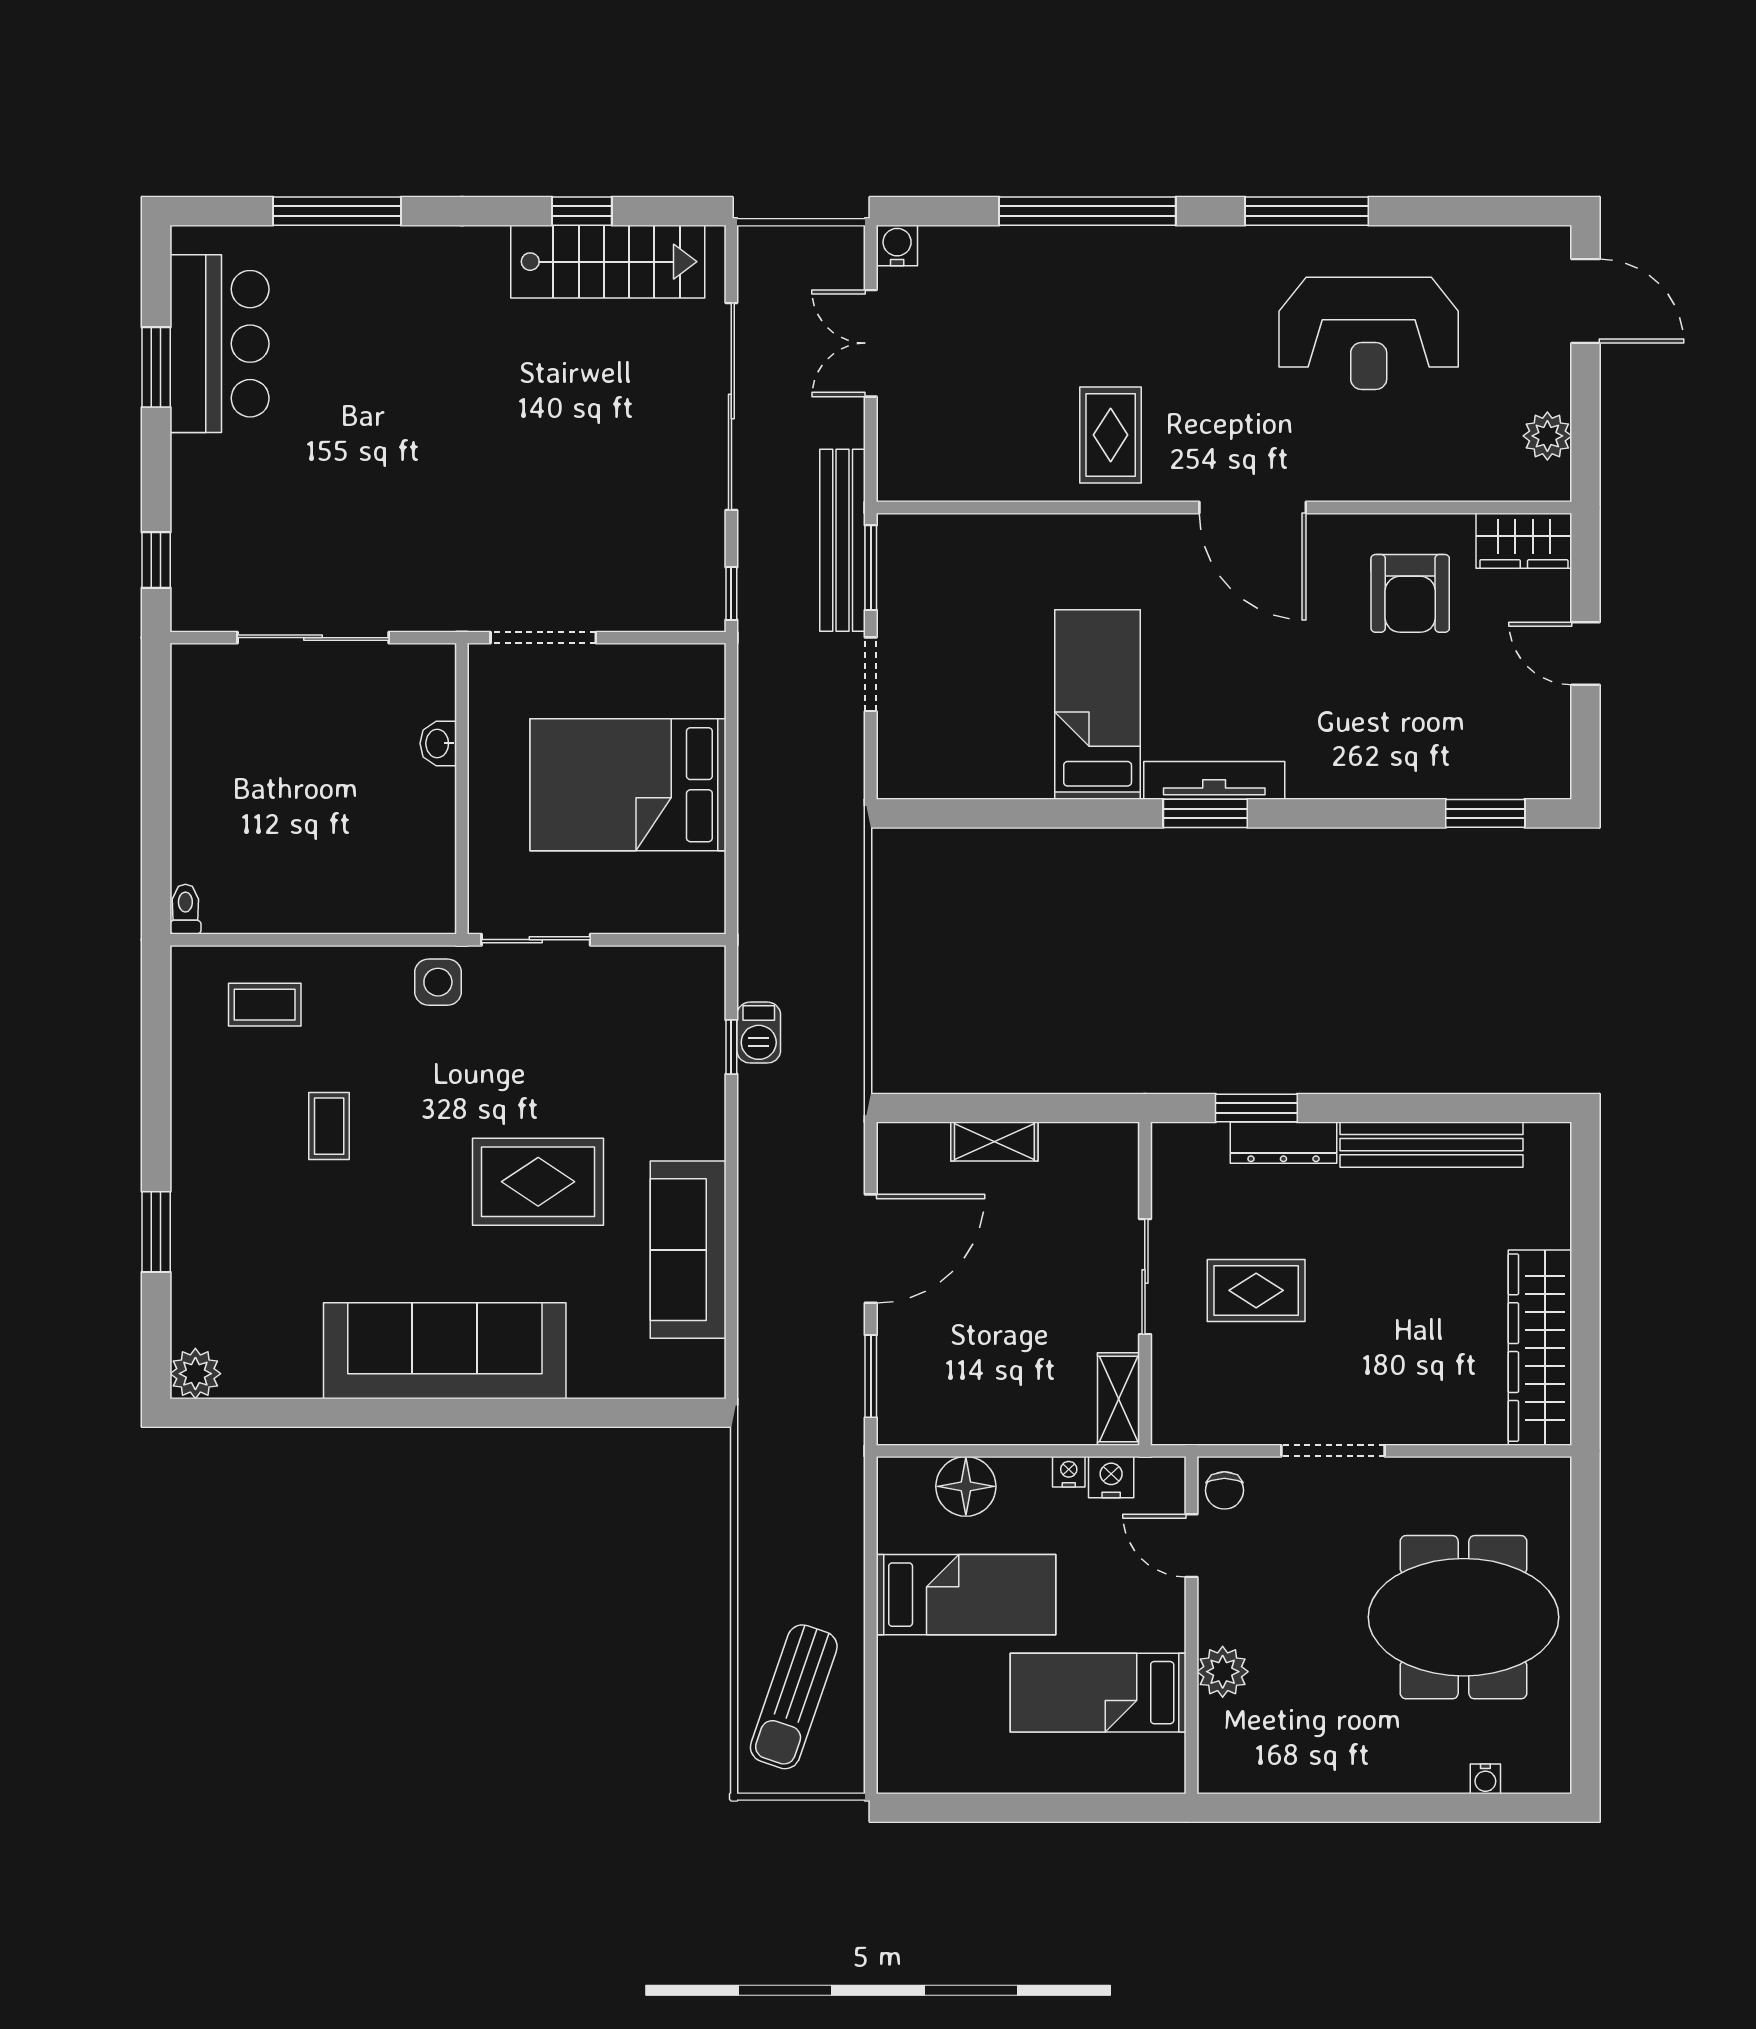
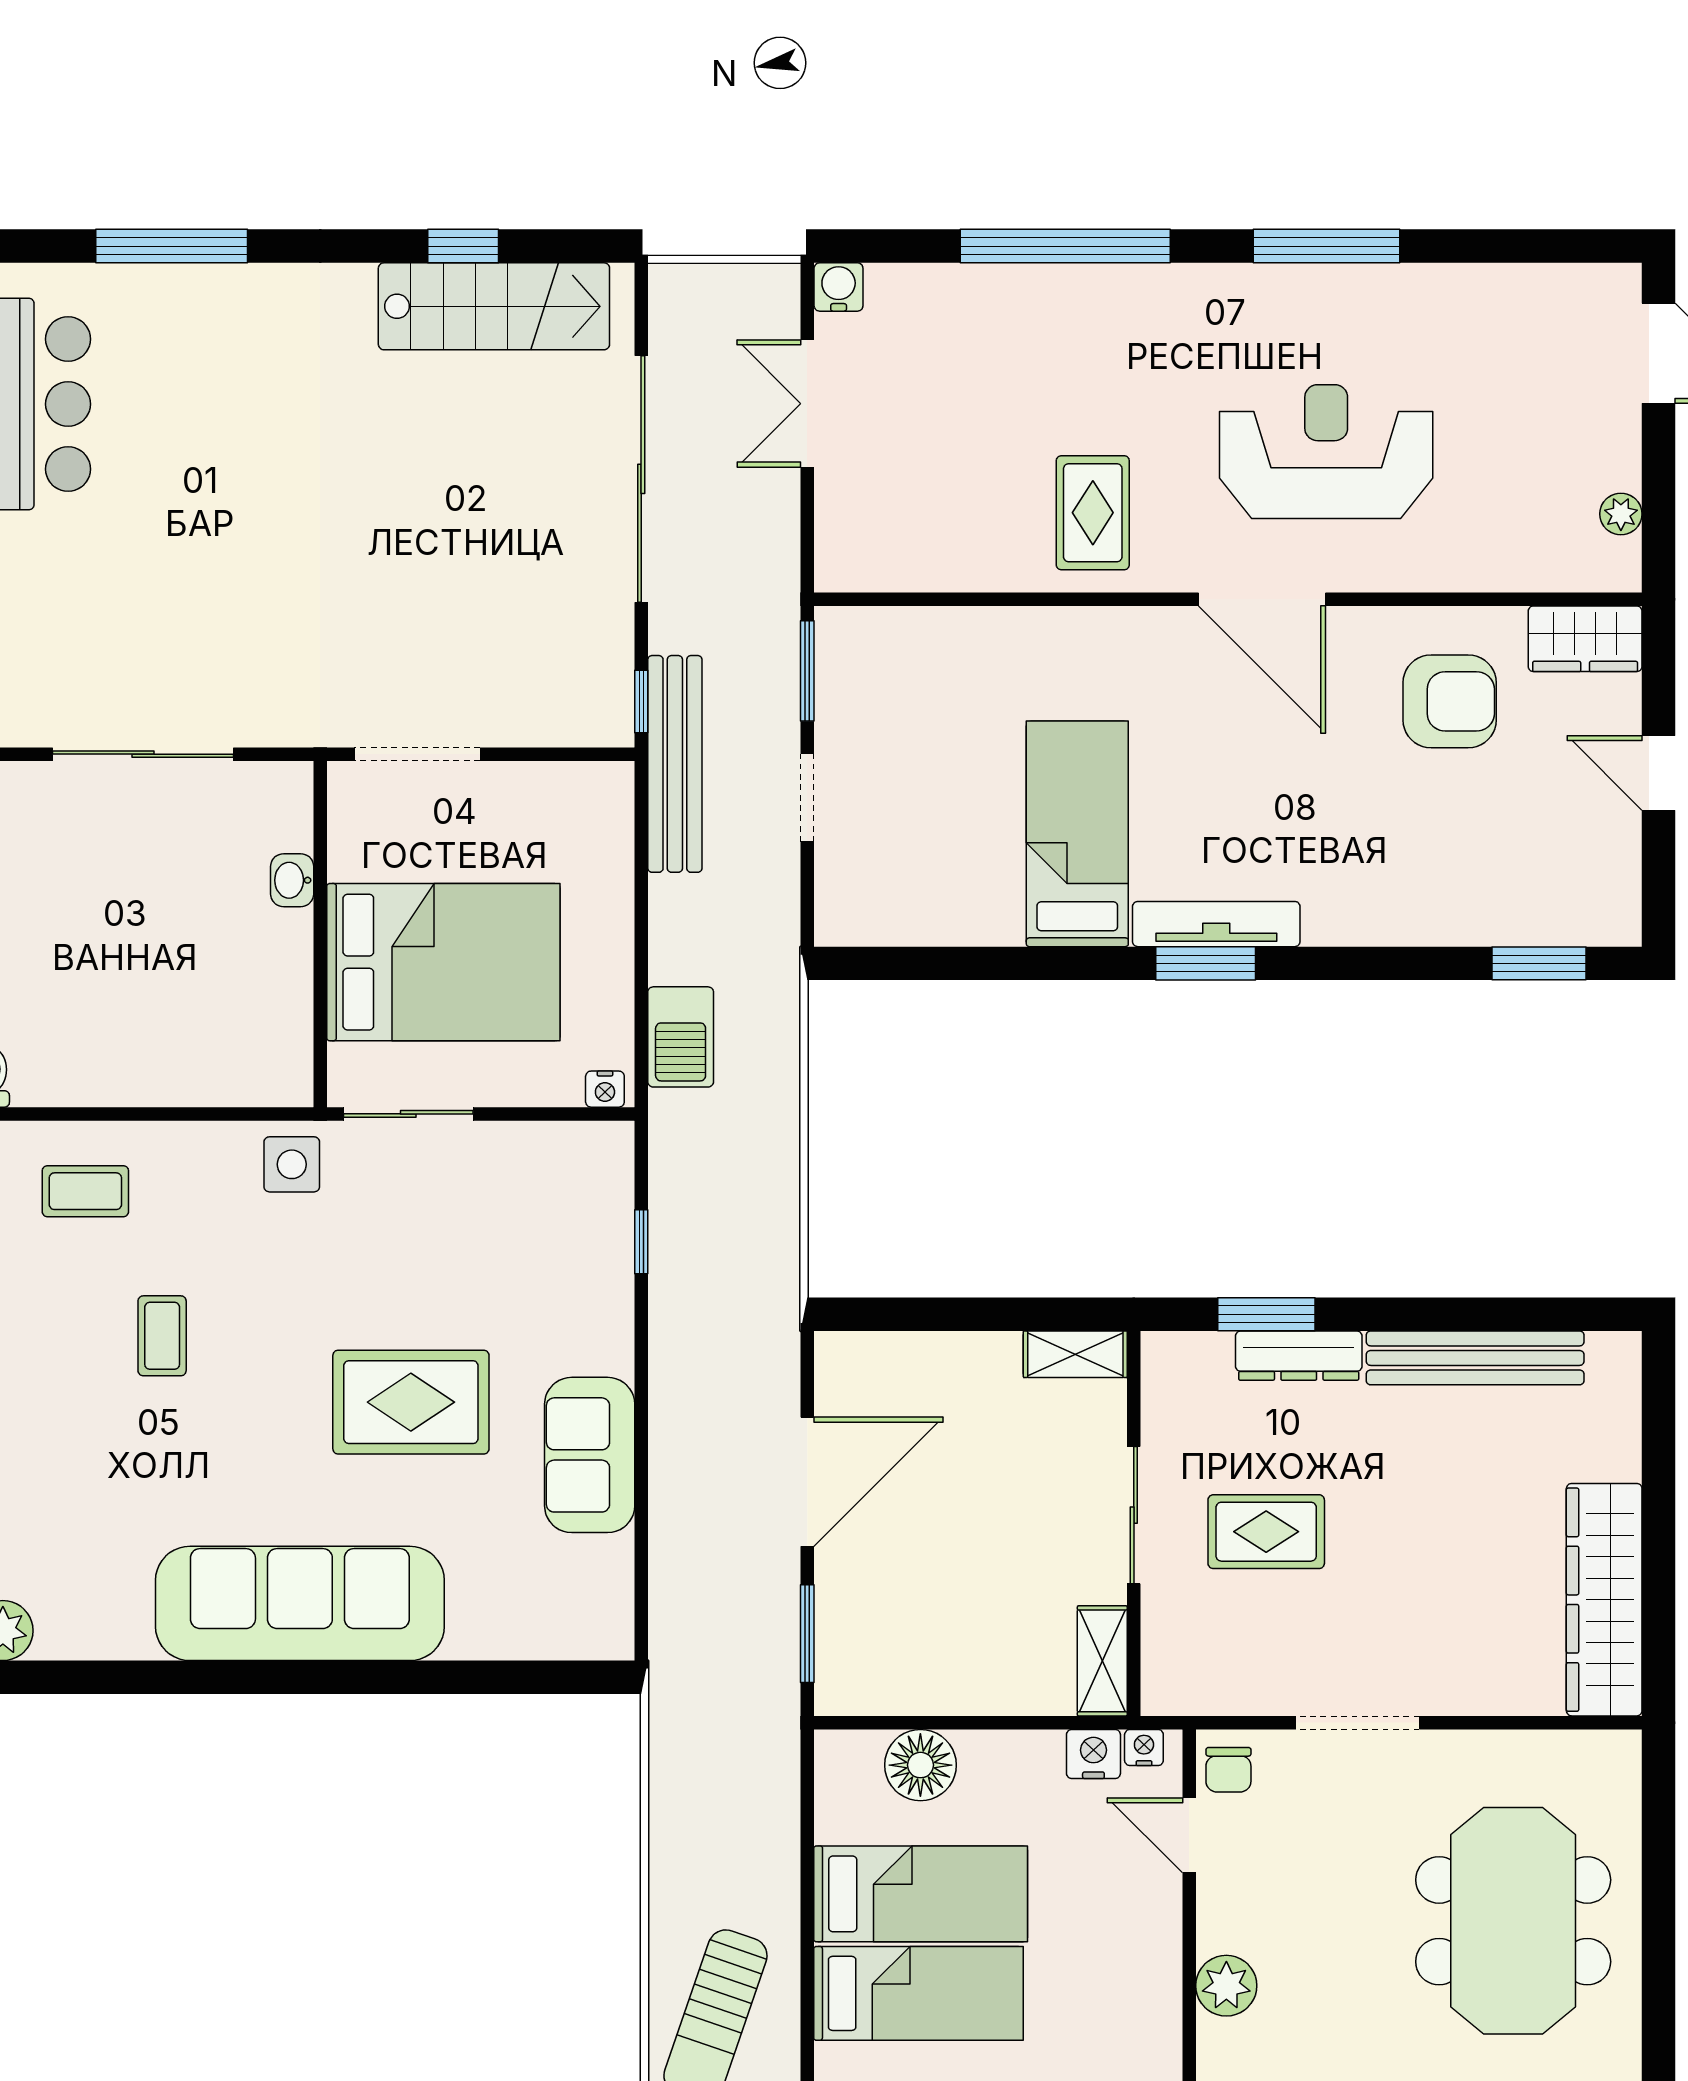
reception desk: (1369, 333) -> (1326, 452), moved, turned 180
plant: (1547, 436) -> (1621, 514), width x0.73, depth x0.73
bench: (843, 540) -> (675, 764), moved
armchair: (1410, 593) -> (1450, 701), turned -90
bed: (628, 785) -> (443, 962), moved, turned 180
nightstand: (701, 919) -> (605, 1089), added
barbecue: (759, 1033) -> (681, 1037), moved, width x1.38, depth x1.27
shelving: (994, 1141) -> (1075, 1354), moved
sofa: (688, 1250) -> (590, 1455), width x0.73
nightstand: (1069, 1472) -> (1144, 1748), moved
meeting table: (1464, 1617) -> (1513, 1921), turned 90
bed: (1098, 1693) -> (918, 1993), moved, turned 180

